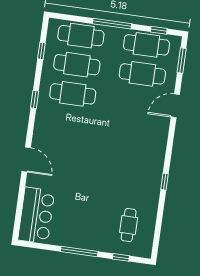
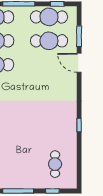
window: (182, 60) -> (79, 36), moved
door: (175, 106) -> (79, 63), hinge flipped

